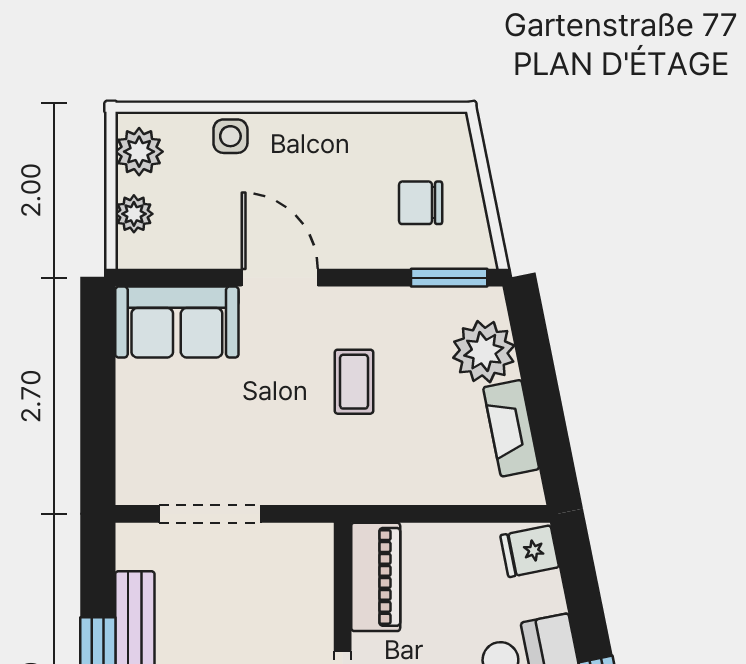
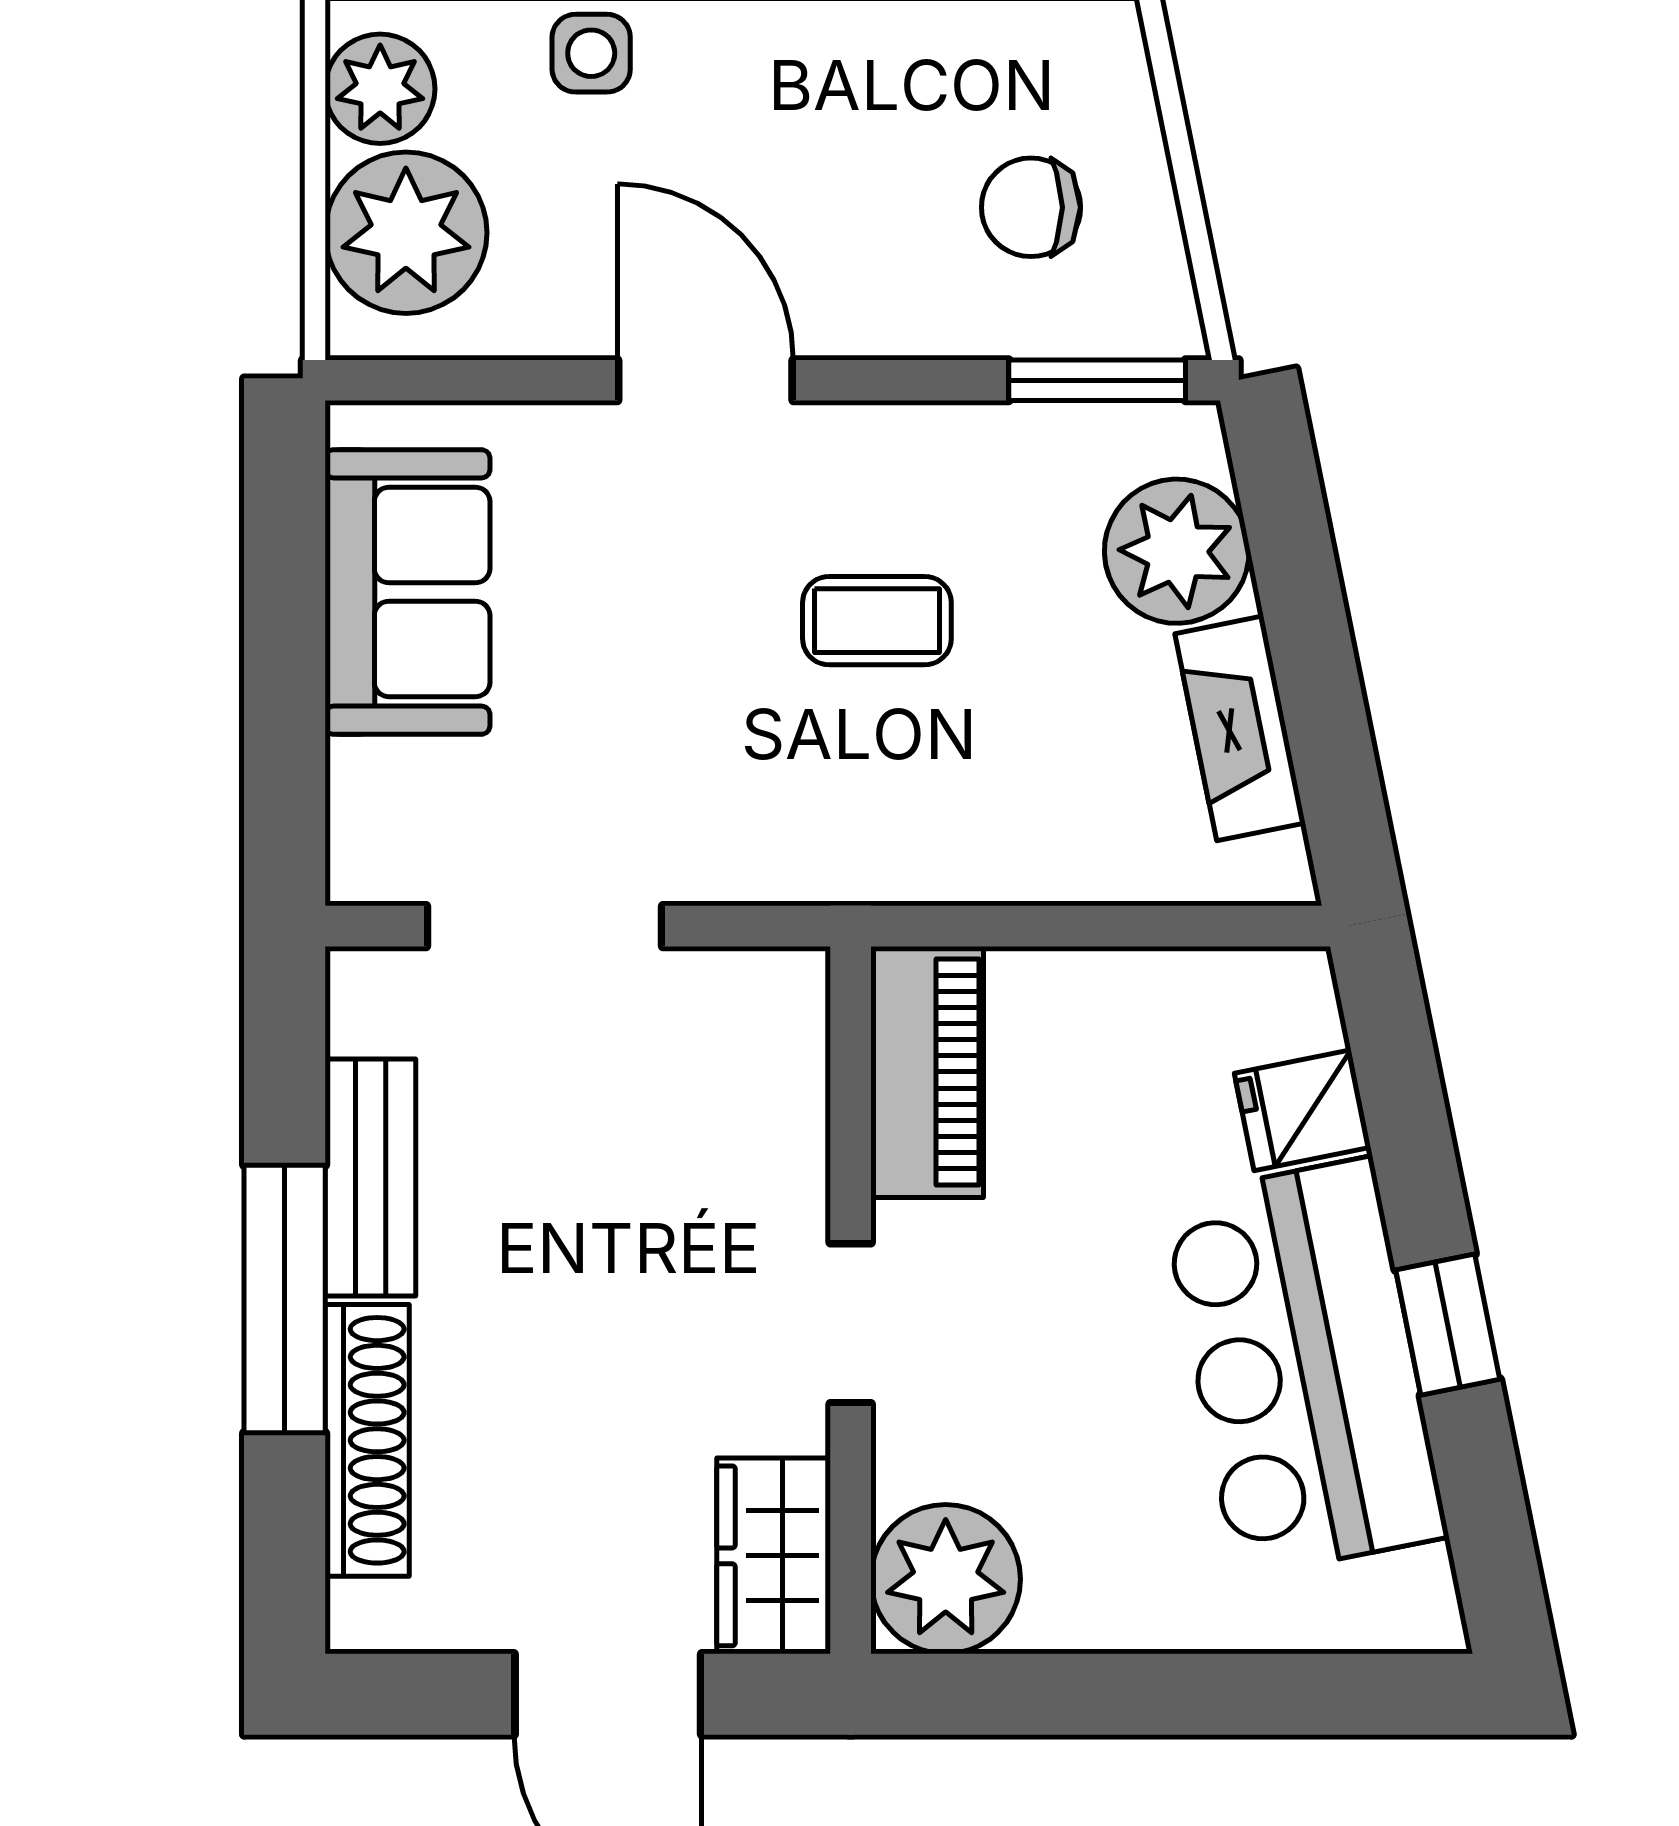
plant: (134, 214) -> (406, 233), width x1.87, depth x1.87
sofa: (177, 322) -> (407, 592), moved, turned -90
coffee table: (354, 382) -> (877, 621), turned 90
fridge: (530, 551) -> (1303, 1110), moved

